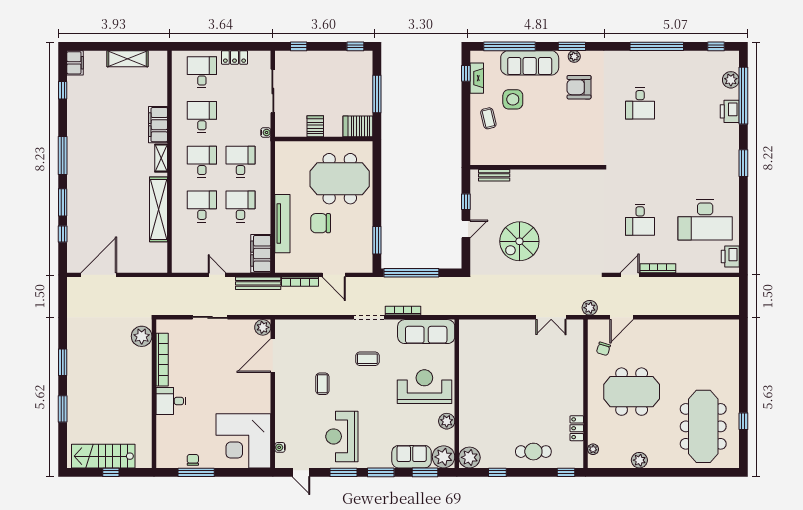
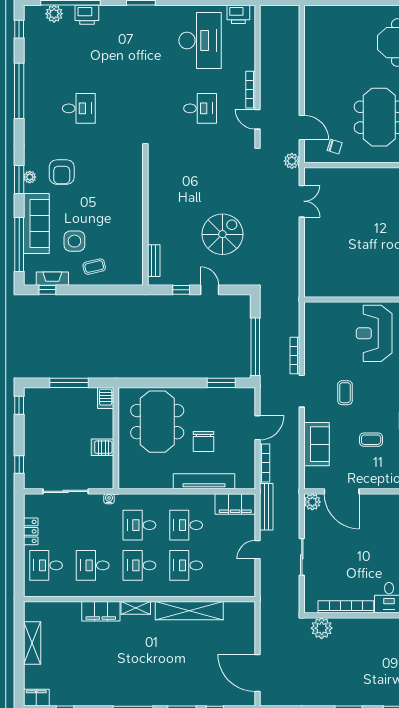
server rack: (358, 126) -> (106, 398), width x0.73, depth x0.70
spiral stairs: (519, 241) -> (222, 234), turned -90
sofa: (426, 332) -> (317, 444), moved, width x0.73

